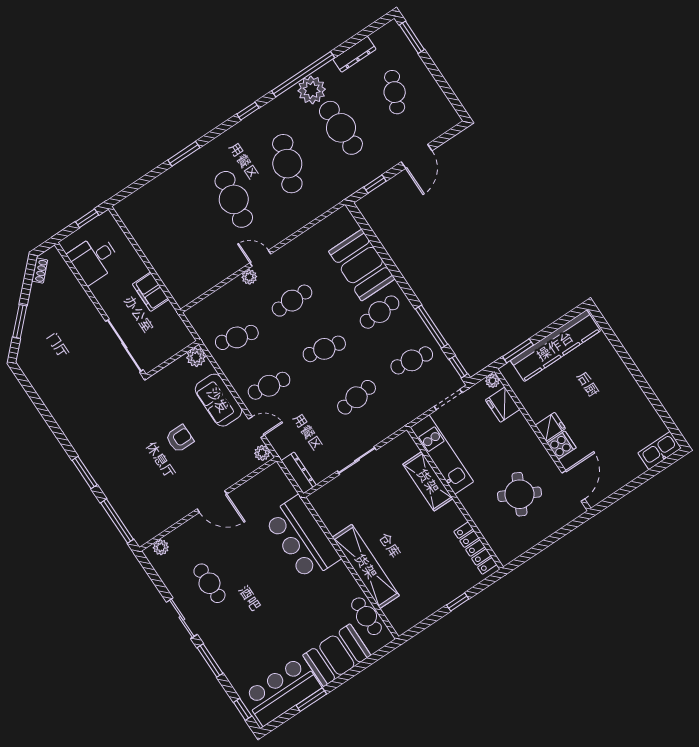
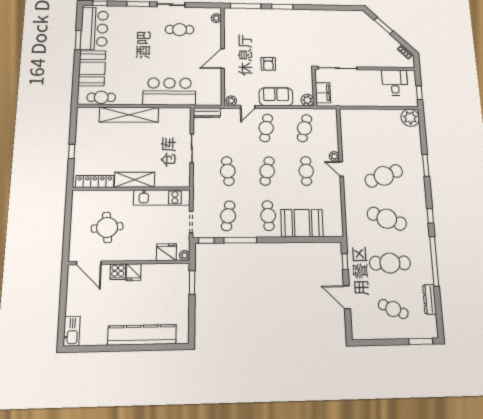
plant: (312, 90) -> (410, 118), moved
cafe table: (234, 199) -> (384, 176), turned -30
door: (260, 258) -> (341, 169), swing flipped
filing cabinet: (151, 292) -> (323, 93), moved, turned 90
kitchen counter: (555, 346) -> (142, 335), moved, turned 90
shelving: (428, 481) -> (135, 180), moved
round table: (519, 494) -> (107, 227), turned -32

